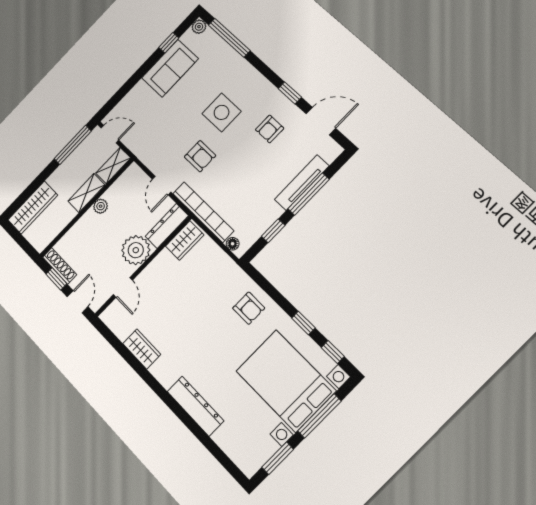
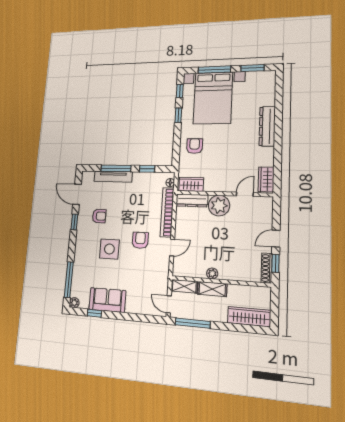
dresser: (167, 226) -> (192, 200), moved
wardrobe: (185, 241) -> (191, 184), moved
plant: (136, 250) -> (219, 206), moved
wall: (143, 266) -> (224, 194), moved
door: (123, 287) -> (245, 194), moved

